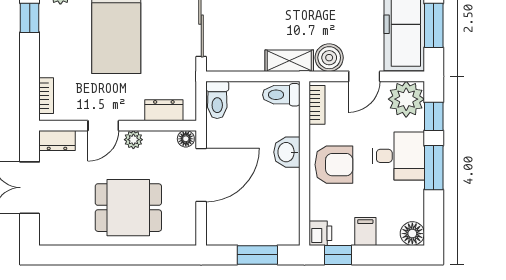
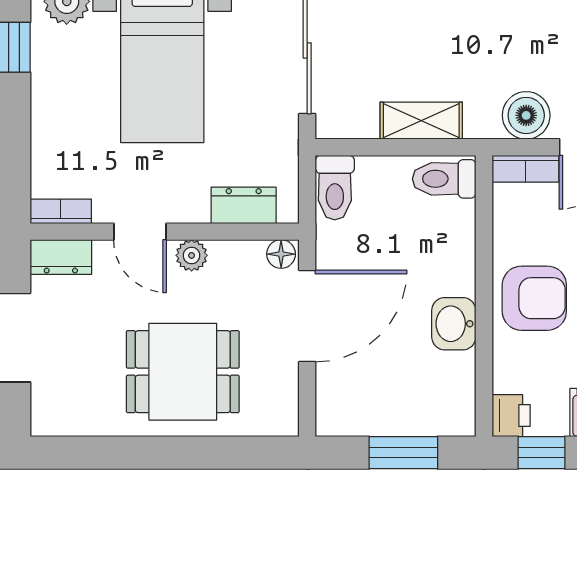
shelving: (289, 61) -> (421, 121), moved
bookcase: (46, 96) -> (61, 211), moved, turned -90
bookcase: (317, 105) -> (525, 169), moved, turned 90
door: (103, 126) -> (140, 232), hinge flipped
washbasin: (287, 152) -> (454, 324), moved

